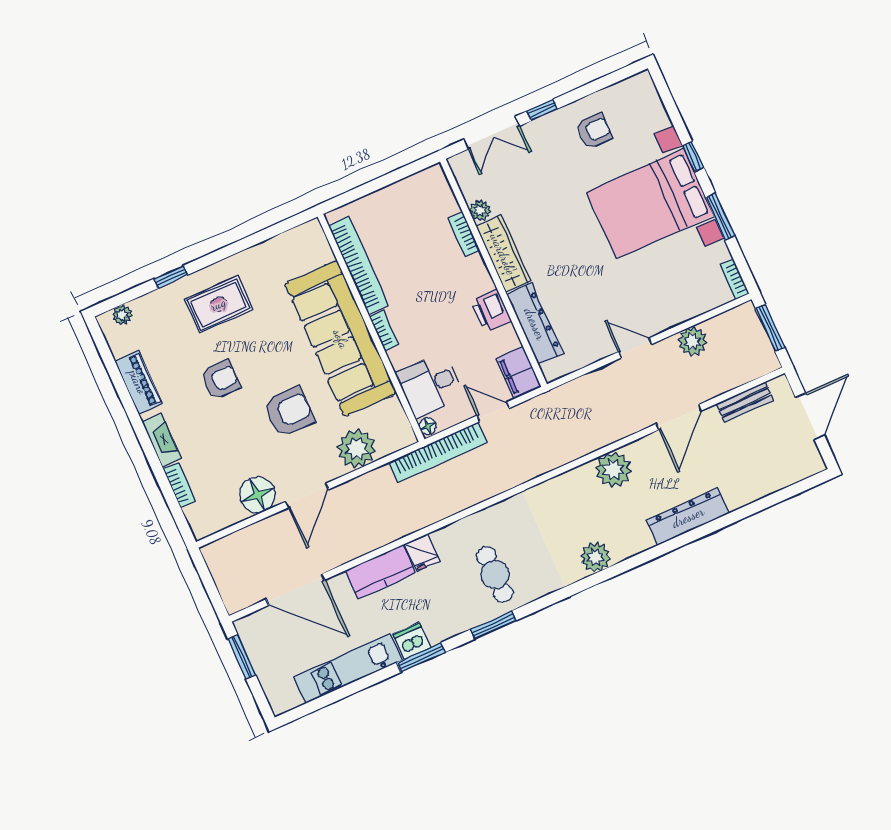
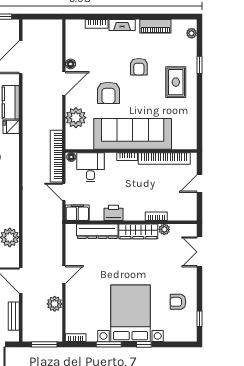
window: (542, 110) -> (199, 319), moved
armchair: (594, 131) -> (178, 302), turned 90
door: (374, 185) -> (199, 184), added
door: (493, 412) -> (64, 192), swing flipped
floor lamp: (257, 495) -> (70, 64), width x0.53, depth x0.53
door: (307, 495) -> (64, 83), swing flipped

